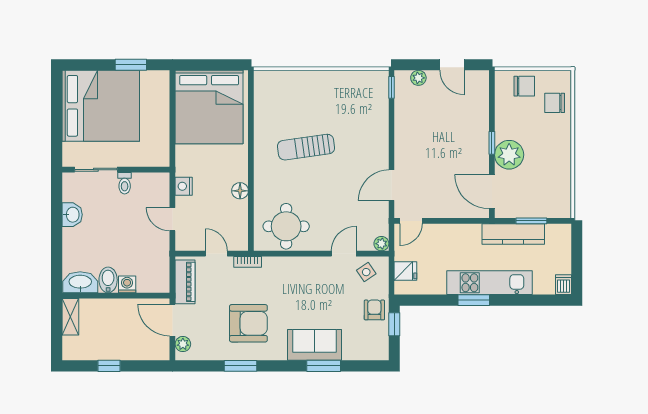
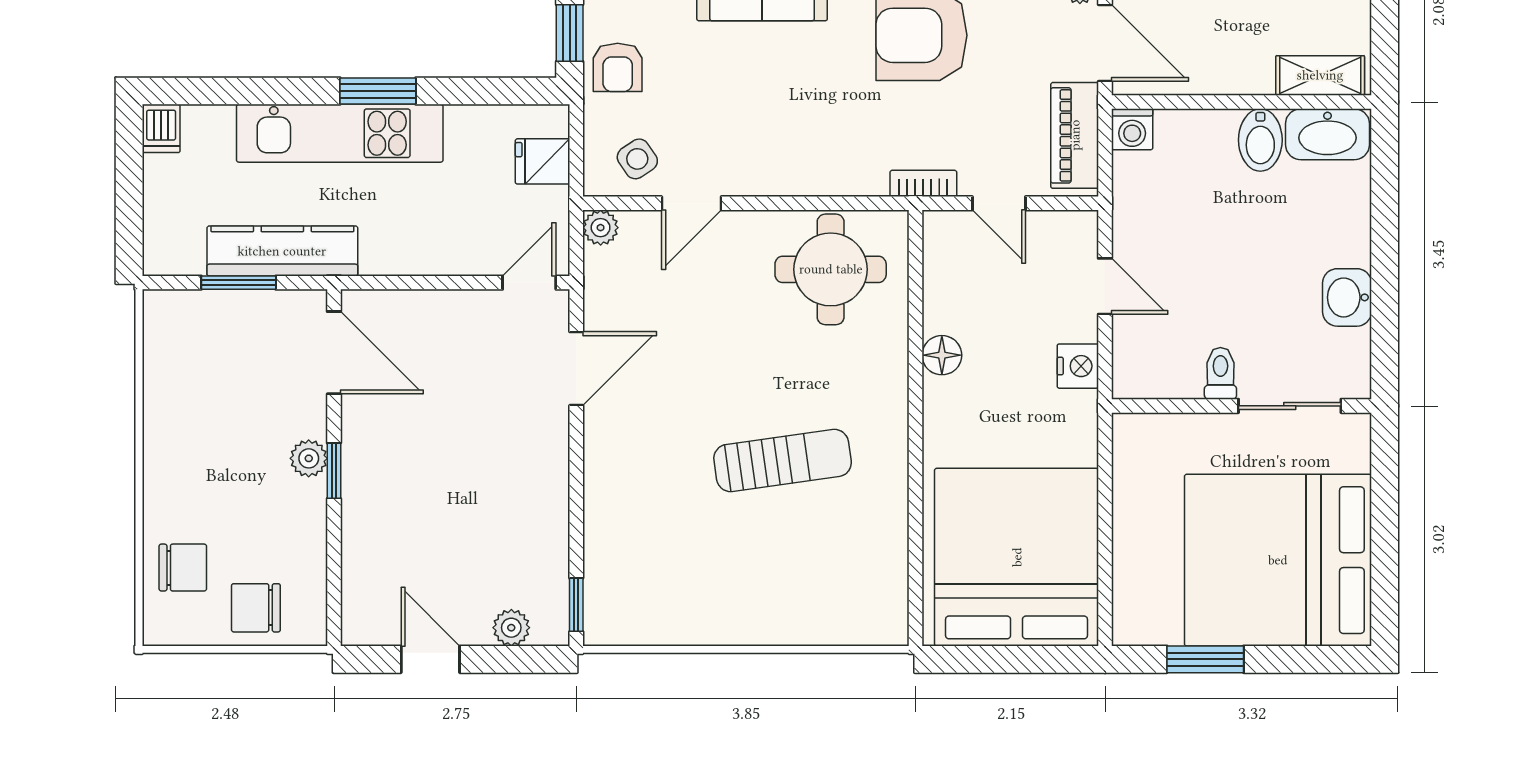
plant: (509, 155) -> (309, 458), width x0.53, depth x0.53
washing machine: (127, 284) -> (1132, 129), moved
shelving: (70, 317) -> (1320, 75), moved, turned 90

